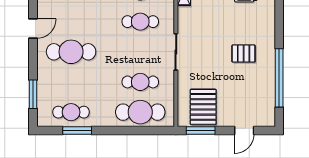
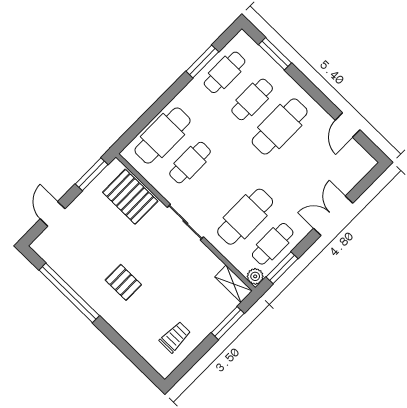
cafe table: (140, 22) -> (245, 217), width x1.37, depth x1.35
door: (33, 29) -> (348, 125), moved
pallet: (244, 54) -> (123, 282), turned 90
cafe table: (71, 82) -> (252, 99), added
pallet: (203, 107) -> (130, 197), moved

